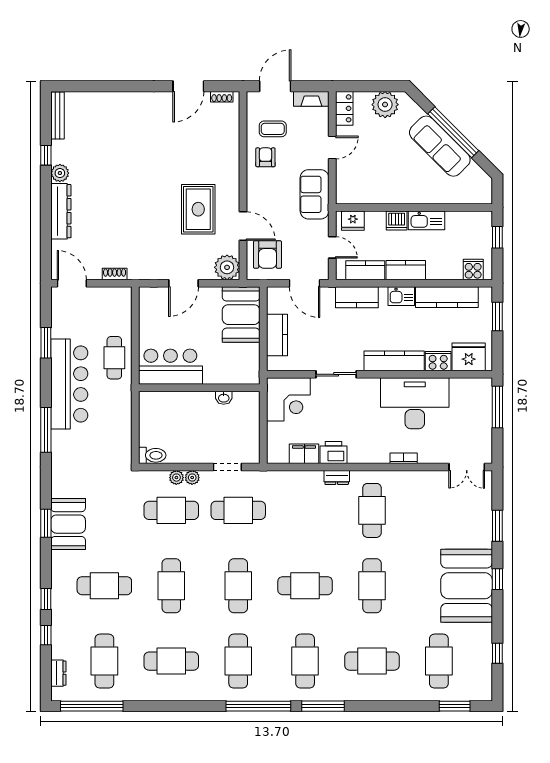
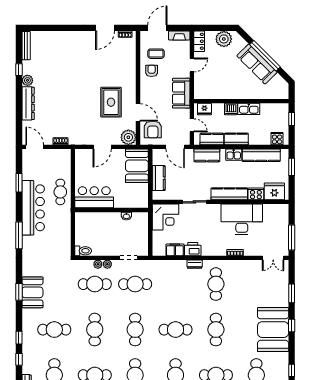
window: (497, 407) -> (292, 237), moved

